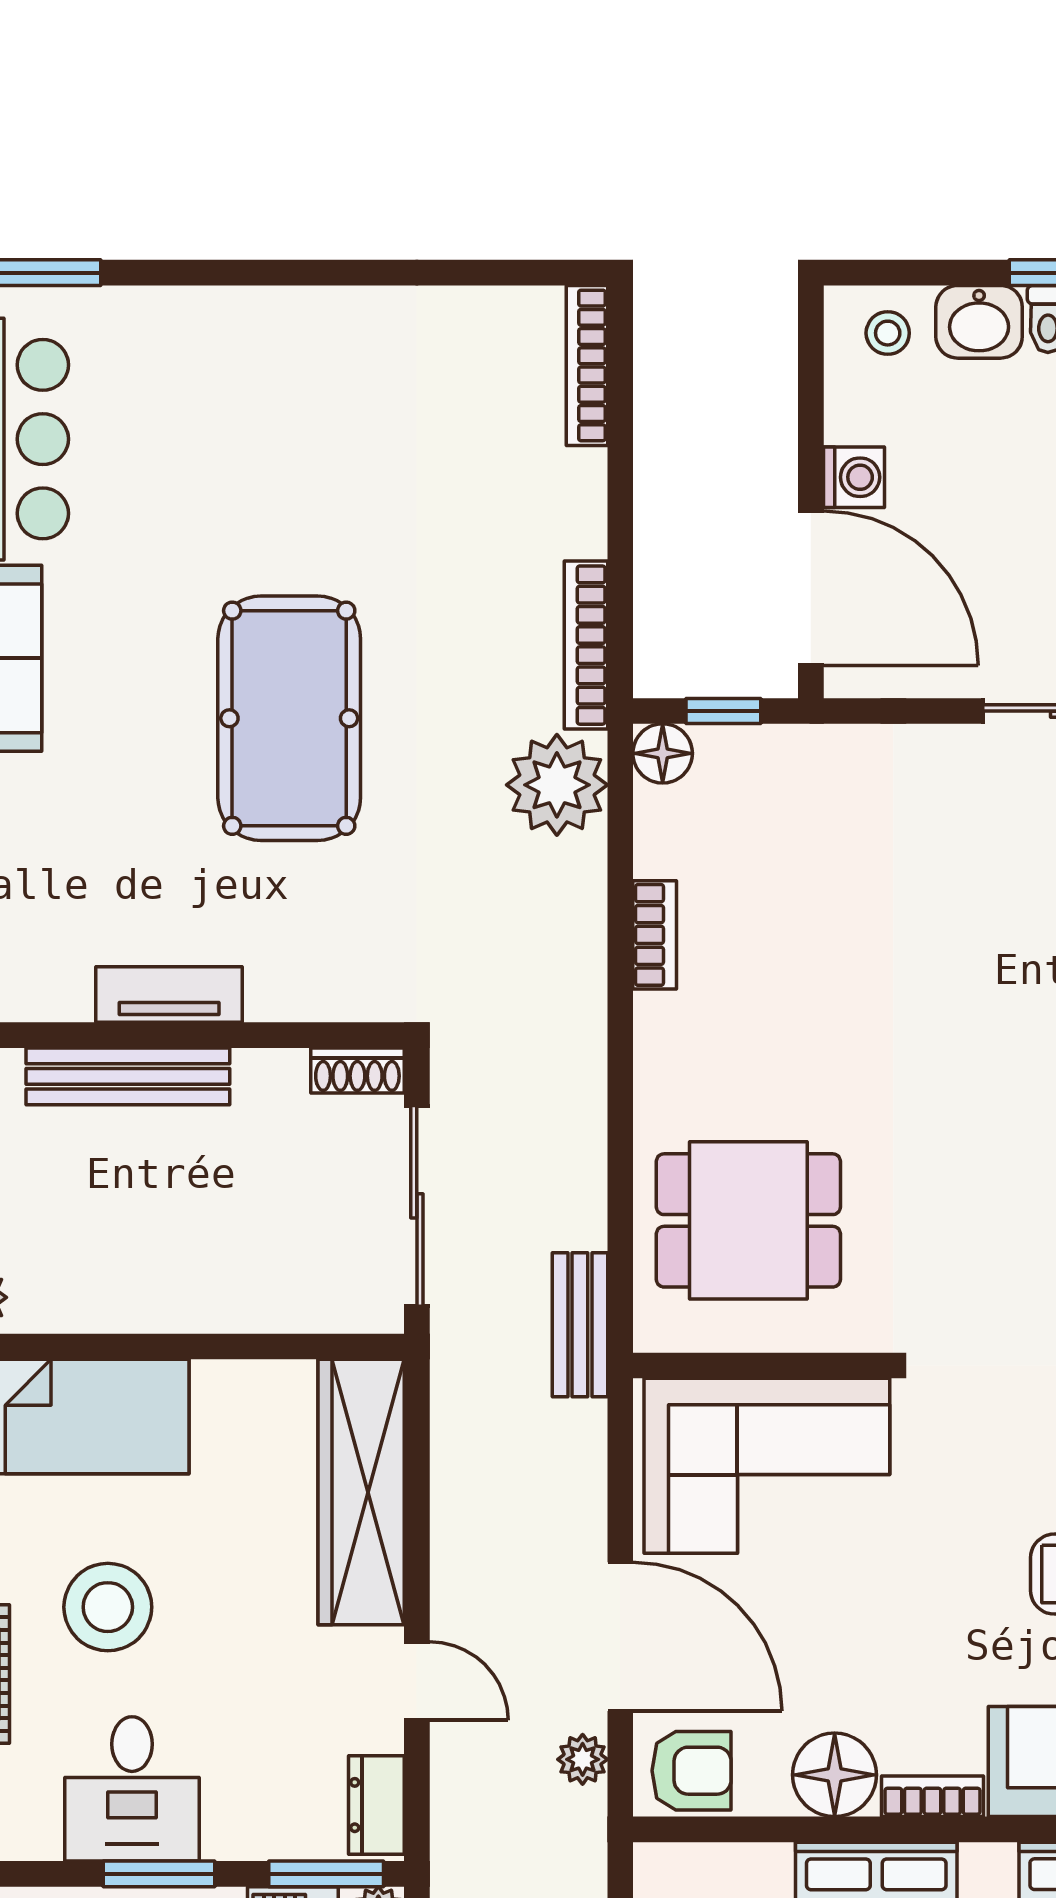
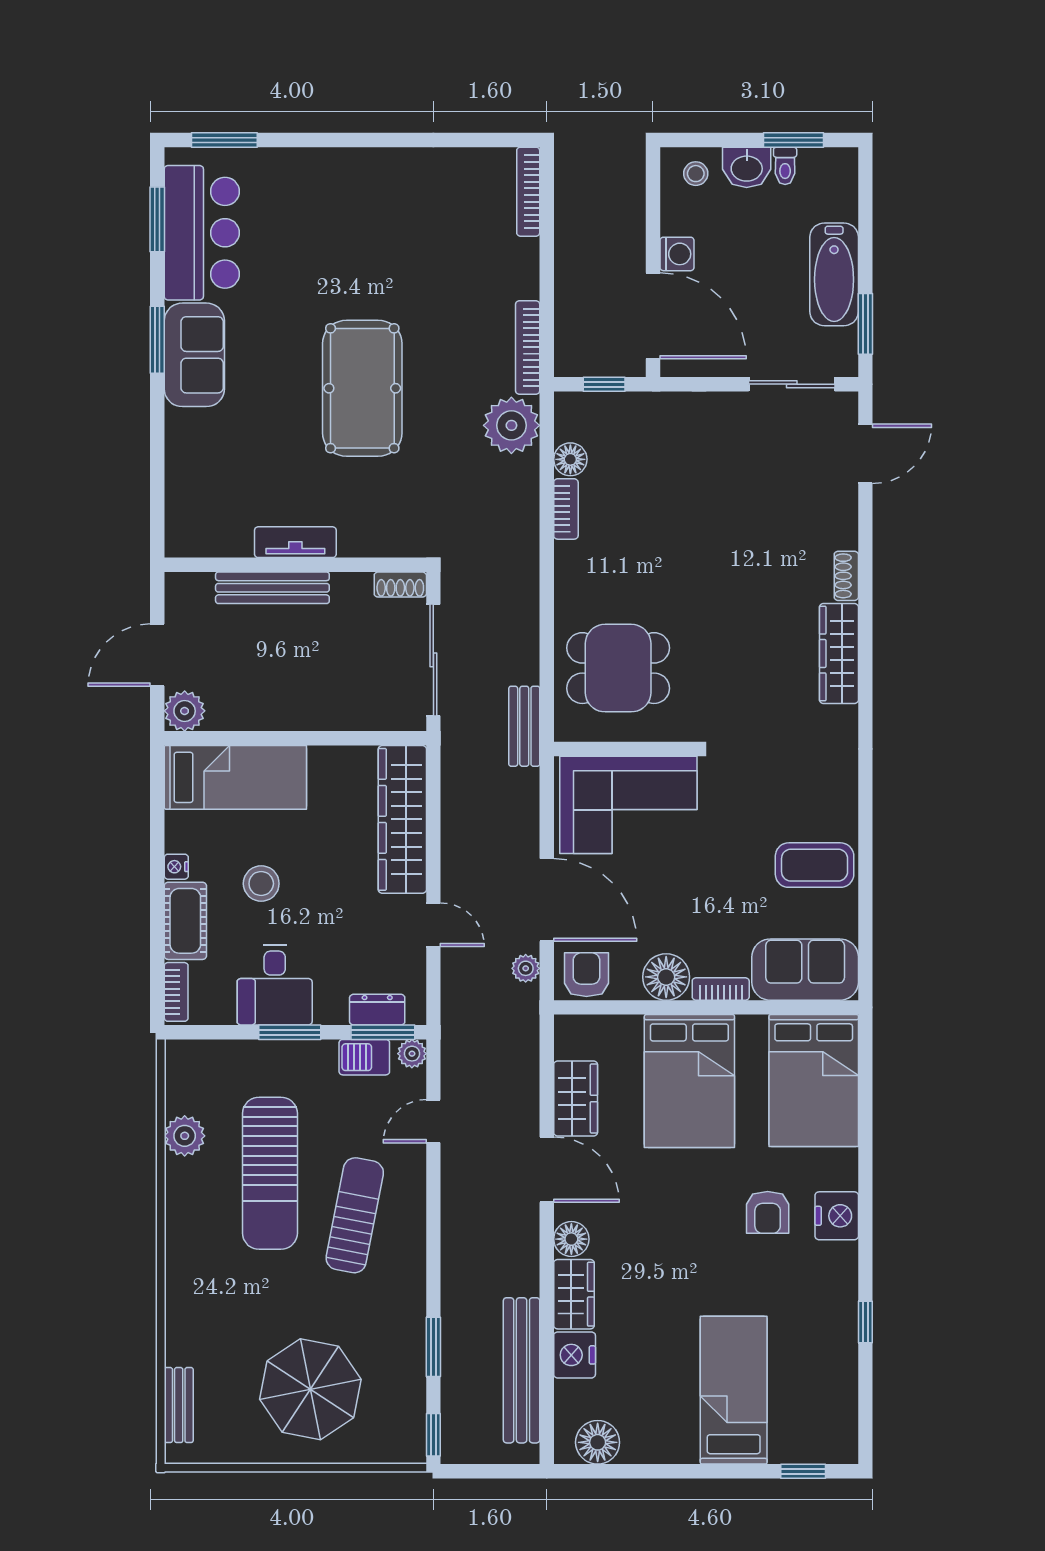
floor lamp: (663, 753) -> (570, 459), moved
stool: (108, 1607) -> (261, 884), width x0.73, depth x0.73
armchair: (692, 1771) -> (586, 975), turned -90
dresser: (376, 1805) -> (377, 1010), moved, turned 90

